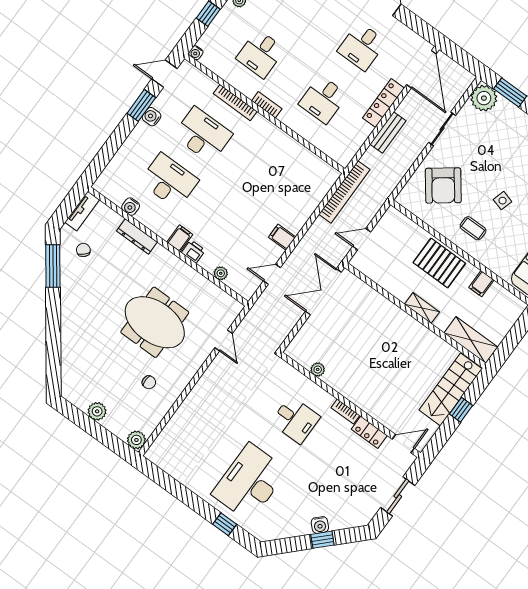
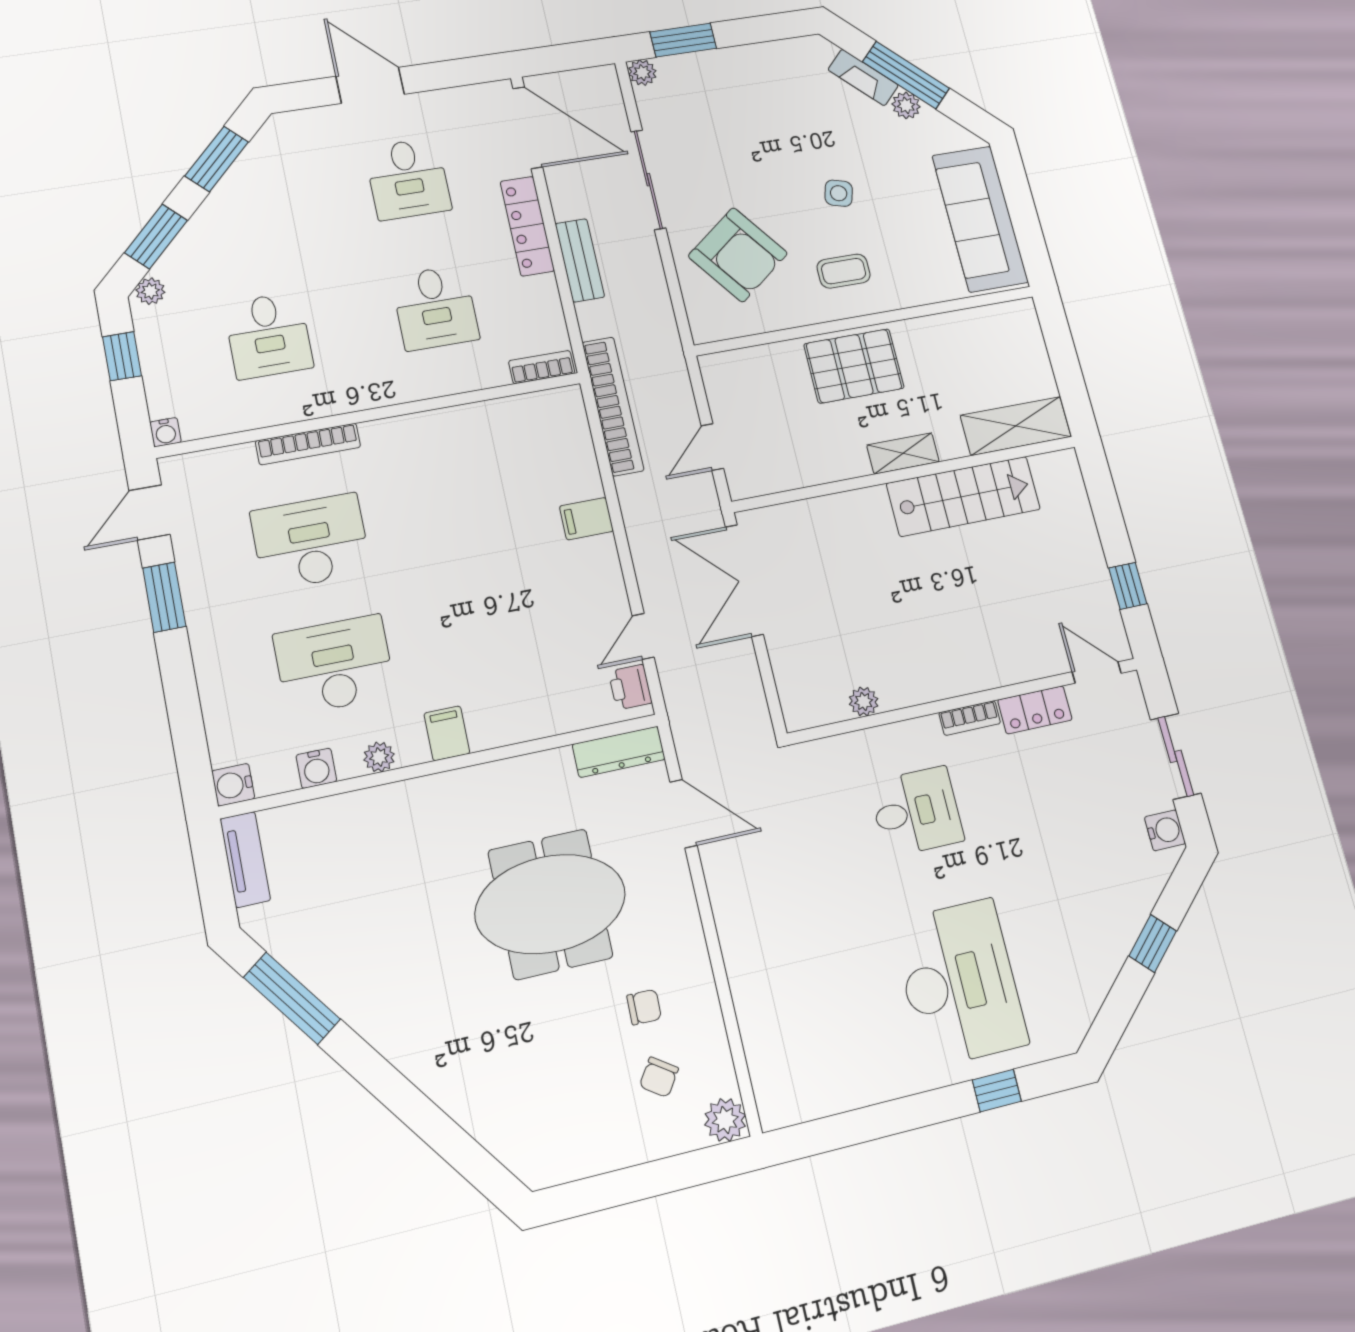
plant: (484, 98) -> (642, 73), width x0.53, depth x0.53
bookcase: (267, 105) -> (542, 367), moved
water cooler: (152, 117) -> (233, 785), moved
sliding door: (442, 129) -> (648, 180), width x1.37
dresser: (137, 236) -> (619, 752), moved
filing cabinet: (282, 237) -> (586, 519), moved
chair: (83, 250) -> (659, 1077), moved, turned -102
printer: (193, 251) -> (630, 687), moved, turned -90
plant: (221, 273) -> (379, 757), moved
filing cabinet: (481, 284) -> (941, 334), removed
door: (224, 341) -> (683, 814), width x1.38
stairs: (451, 389) -> (964, 496), moved, turned -90
window: (461, 410) -> (1128, 586), moved
plant: (97, 411) -> (616, 1148), removed
door: (403, 444) -> (1097, 673), hinge flipped
desk: (250, 482) -> (959, 983), turned 180
water cooler: (320, 525) -> (1165, 830), moved, turned -45

